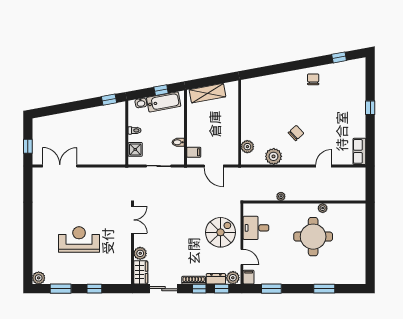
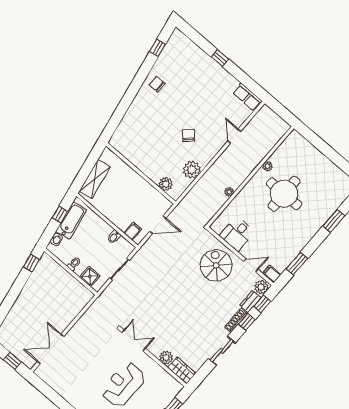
double door: (132, 220) -> (134, 340), moved
wall: (132, 244) -> (153, 357), moved
plant: (140, 253) -> (166, 358), moved
wardrobe: (141, 272) -> (182, 370), moved

